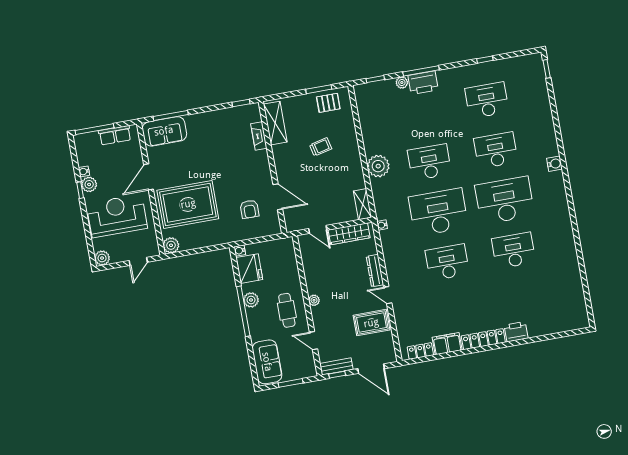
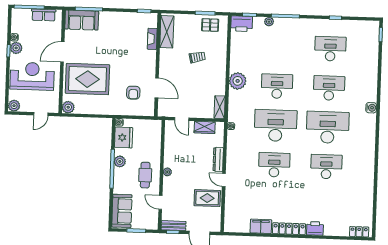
printer: (423, 83) -> (242, 24), moved
wardrobe: (349, 234) -> (205, 127), width x0.67
locker: (420, 351) -> (359, 232), moved

